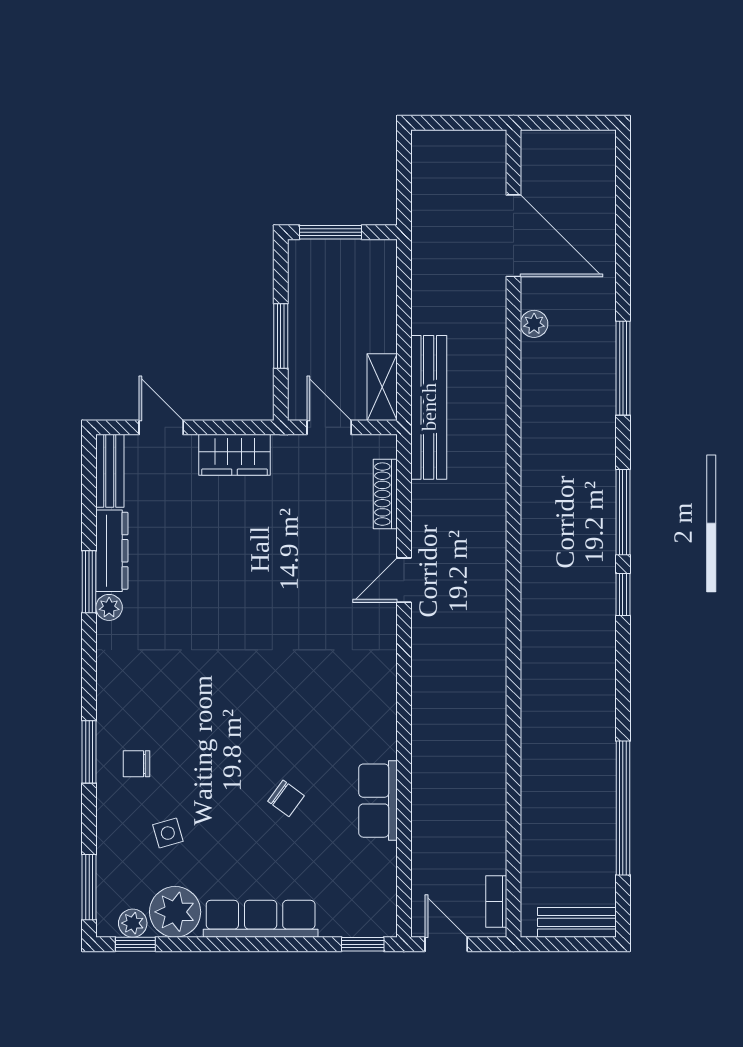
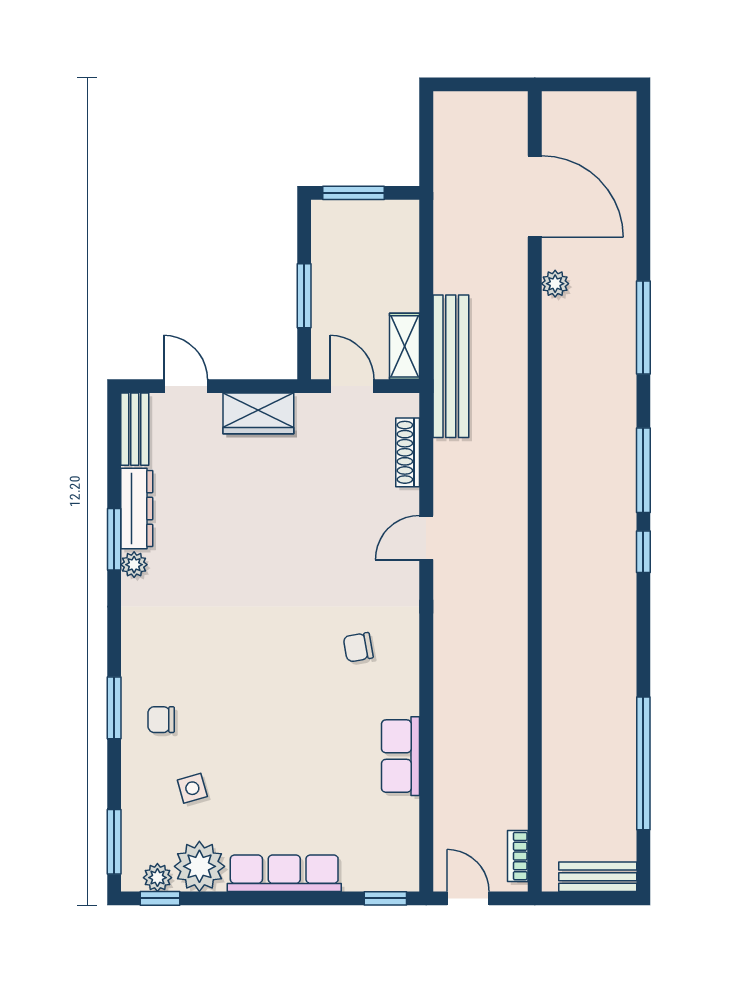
chair: (286, 798) -> (358, 647), moved, turned 134

